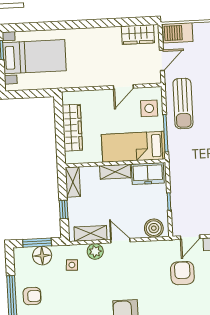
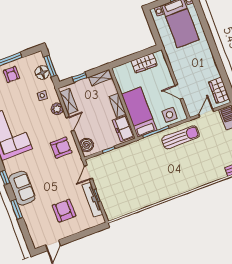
door: (162, 60) -> (206, 113), swing flipped
sun lounger: (183, 104) -> (181, 137), turned 180
wardrobe: (72, 128) -> (144, 63), width x0.67
door: (190, 237) -> (88, 172), hinge flipped
armchair: (182, 273) -> (61, 148), moved

